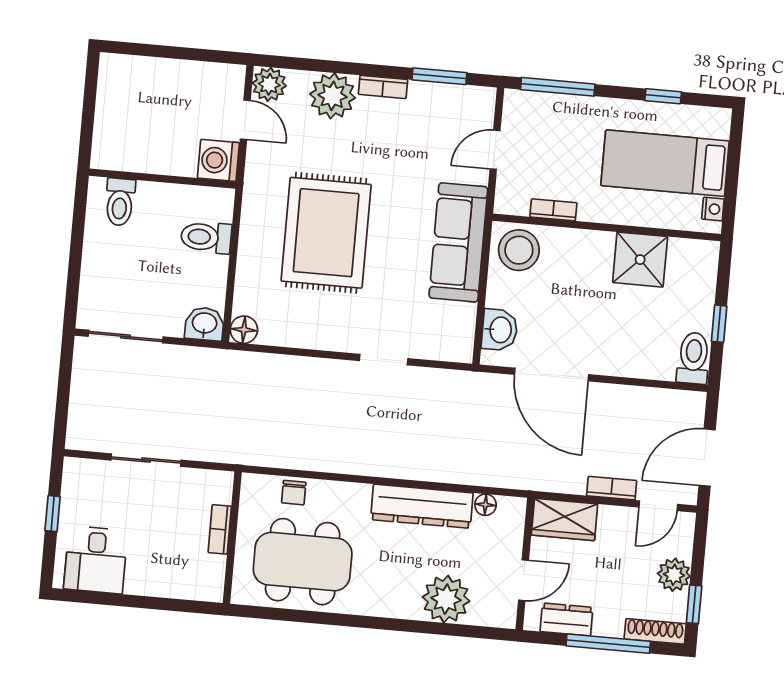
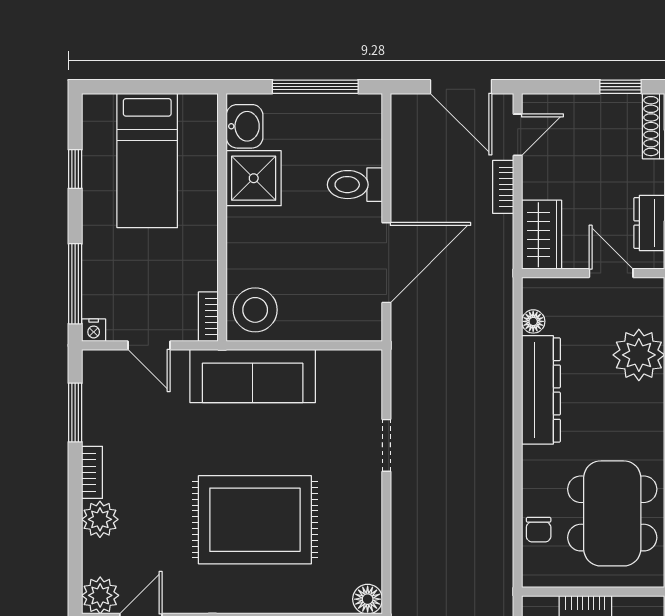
plant: (333, 96) -> (100, 519), width x0.73, depth x0.73
nightstand: (713, 209) -> (94, 330), moved, turned 180
bookcase: (553, 210) -> (208, 317), moved
window: (719, 324) -> (315, 87), width x2.17
washbasin: (500, 330) -> (245, 126), moved, turned 90
toilet: (693, 358) -> (355, 185), moved
chair: (294, 493) -> (539, 530), turned 90
door: (658, 506) -> (518, 135), hinge flipped
plant: (674, 575) -> (591, 111), removed

